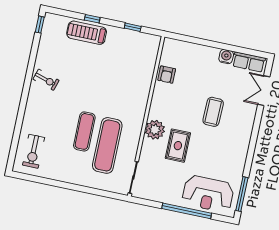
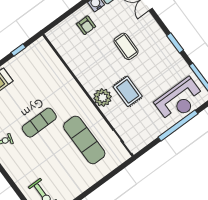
armchair: (167, 75) -> (86, 25), moved
exercise mat: (84, 131) -> (39, 123), moved, turned 90
window: (251, 149) -> (175, 43), added

